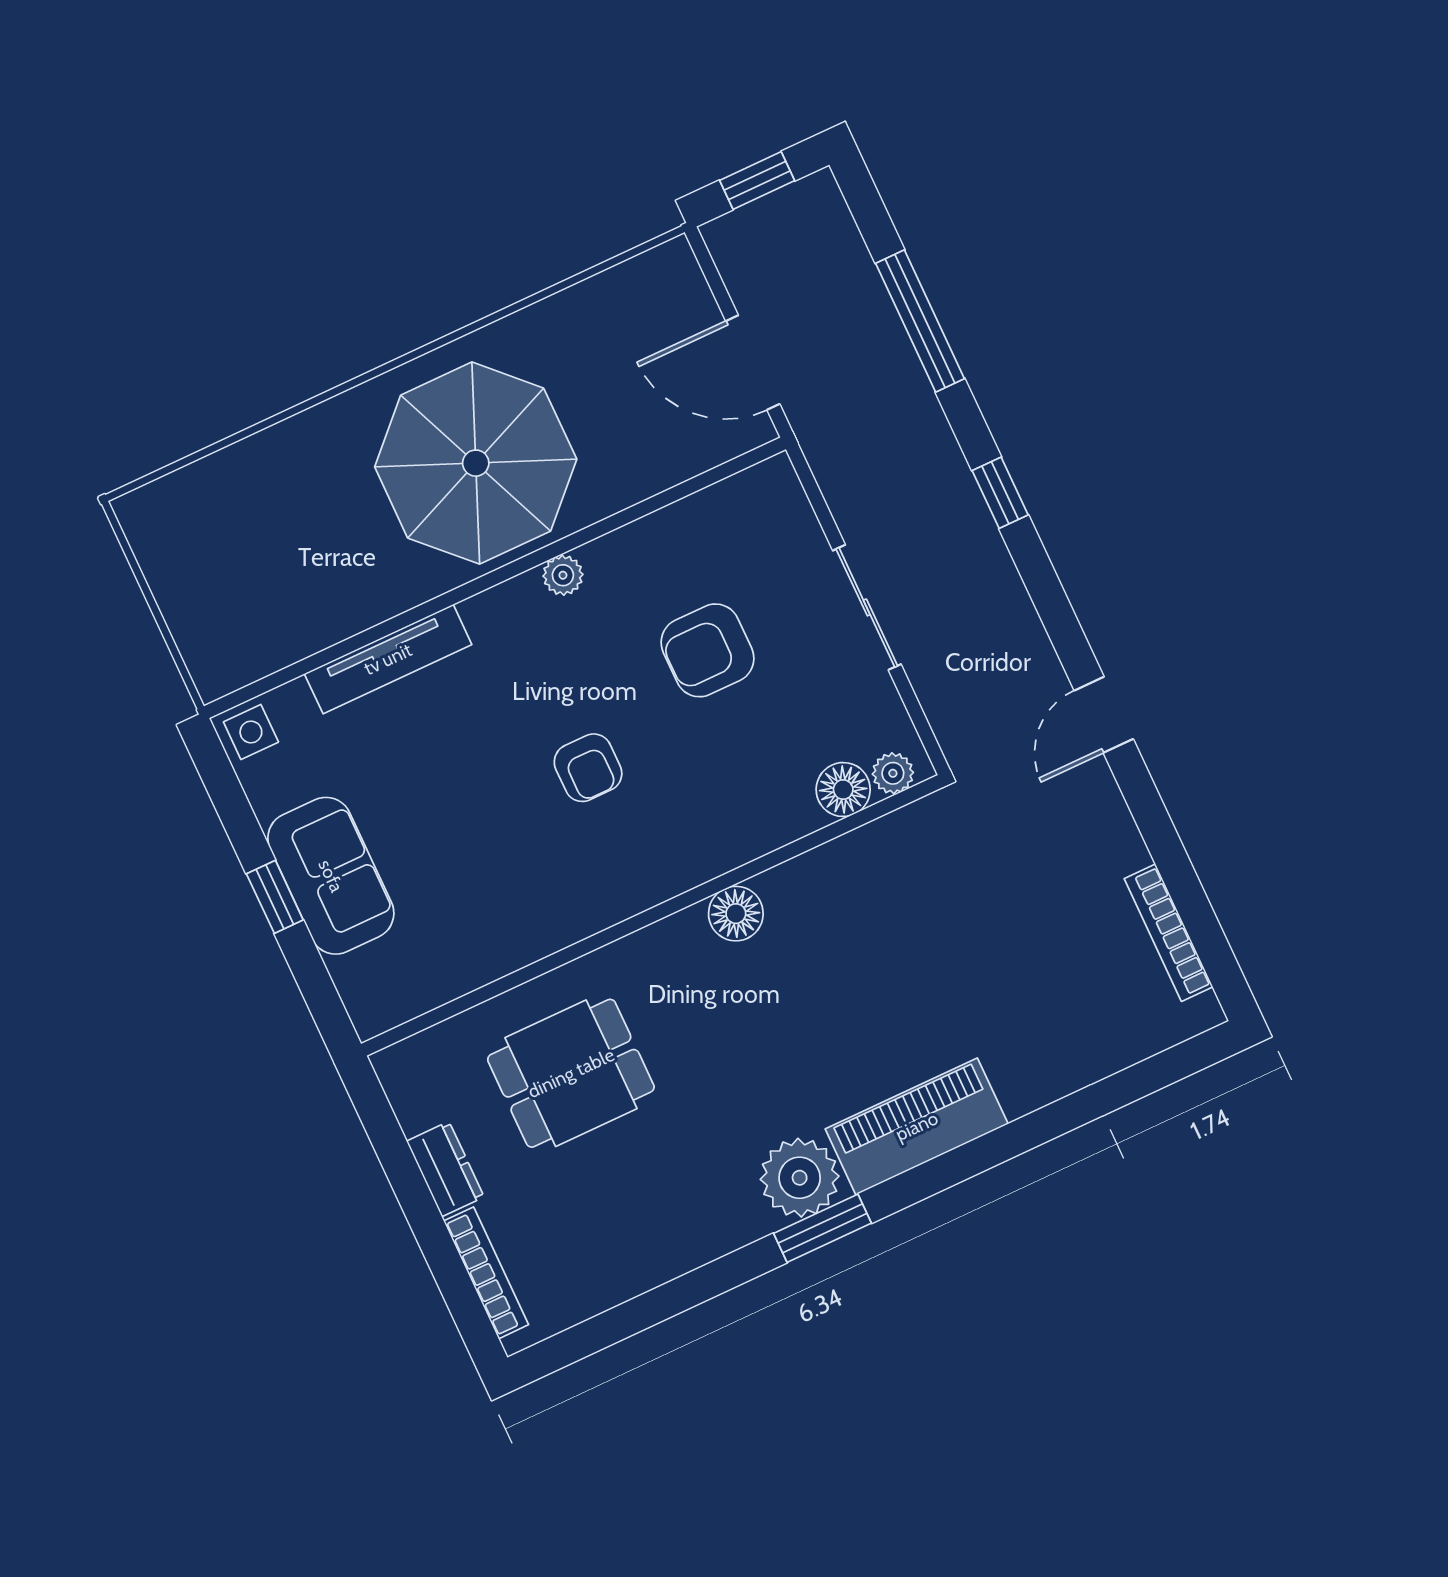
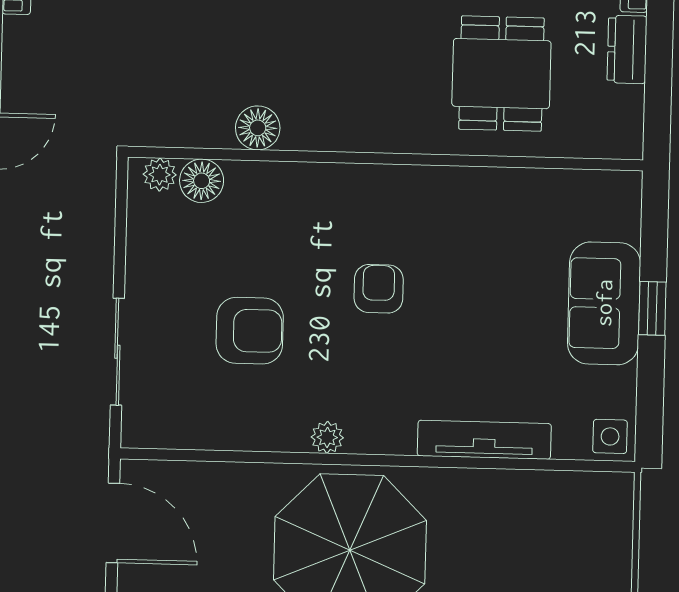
sliding door: (867, 607) -> (117, 352), moved
floor lamp: (736, 914) -> (258, 128), moved
dining table: (571, 1073) -> (501, 74), turned 90

